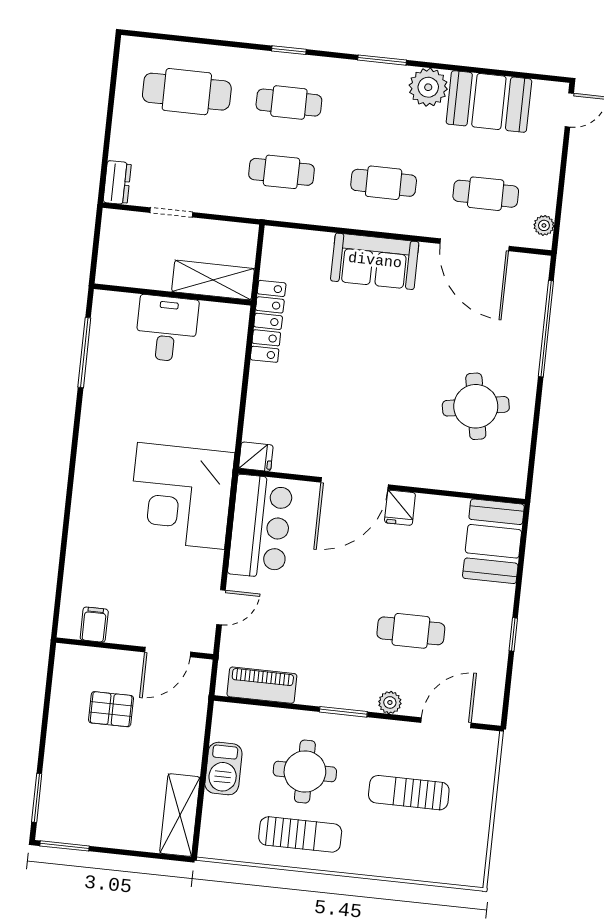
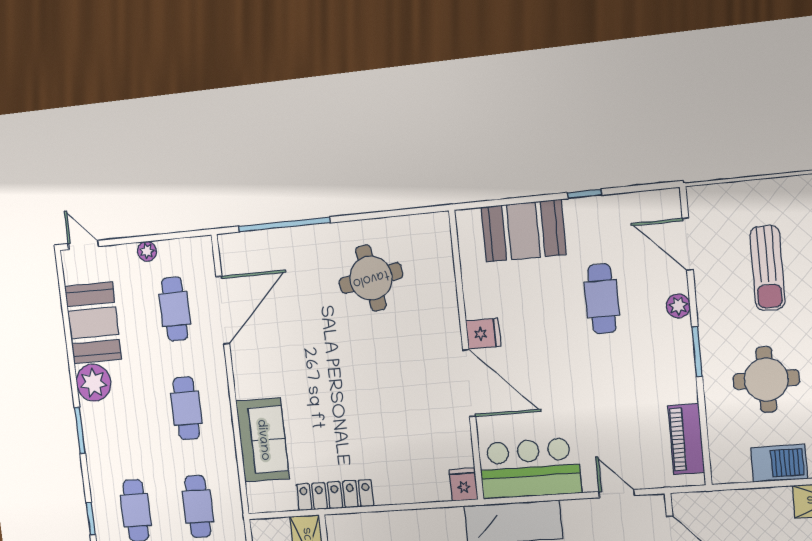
plant: (544, 225) -> (147, 251), moved
sofa: (375, 261) -> (263, 440), moved
booth: (493, 541) -> (523, 231), moved

